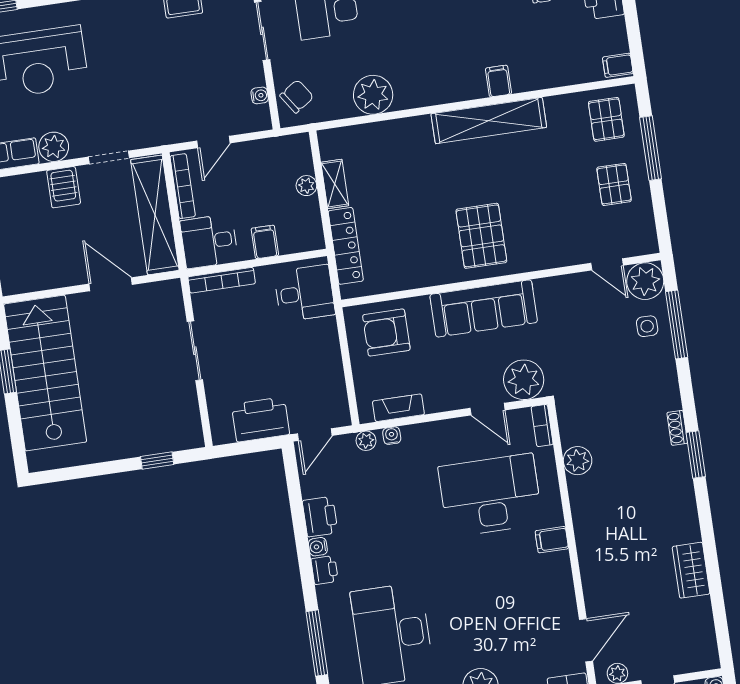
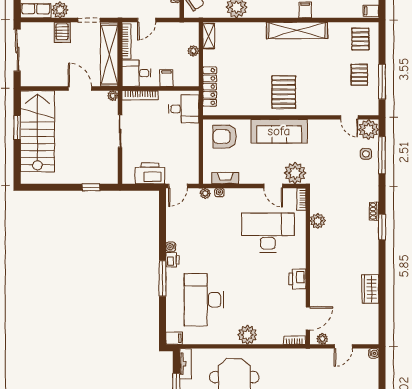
window: (651, 148) -> (382, 82), moved
shelving: (335, 184) -> (209, 36), moved
plant: (172, 288) -> (113, 96), added
printer: (320, 517) -> (297, 279), moved, turned 180
filing cabinet: (552, 540) -> (298, 262), removed
window: (317, 643) -> (163, 278), moved

